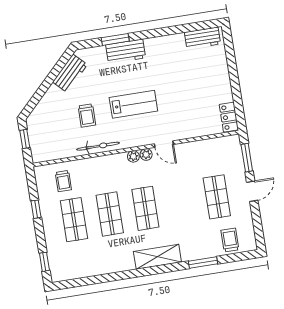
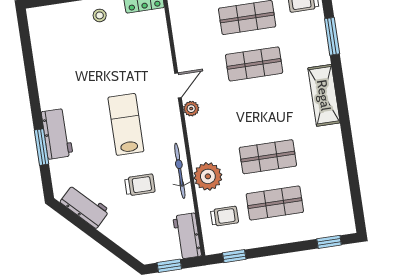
workbench: (202, 38) -> (187, 236), moved, turned 180
stool: (217, 83) -> (100, 15), added
plant: (133, 156) -> (208, 176), moved, width x1.88, depth x1.88
shop shelf: (145, 208) -> (254, 64), moved
window: (36, 209) -> (234, 256), moved

